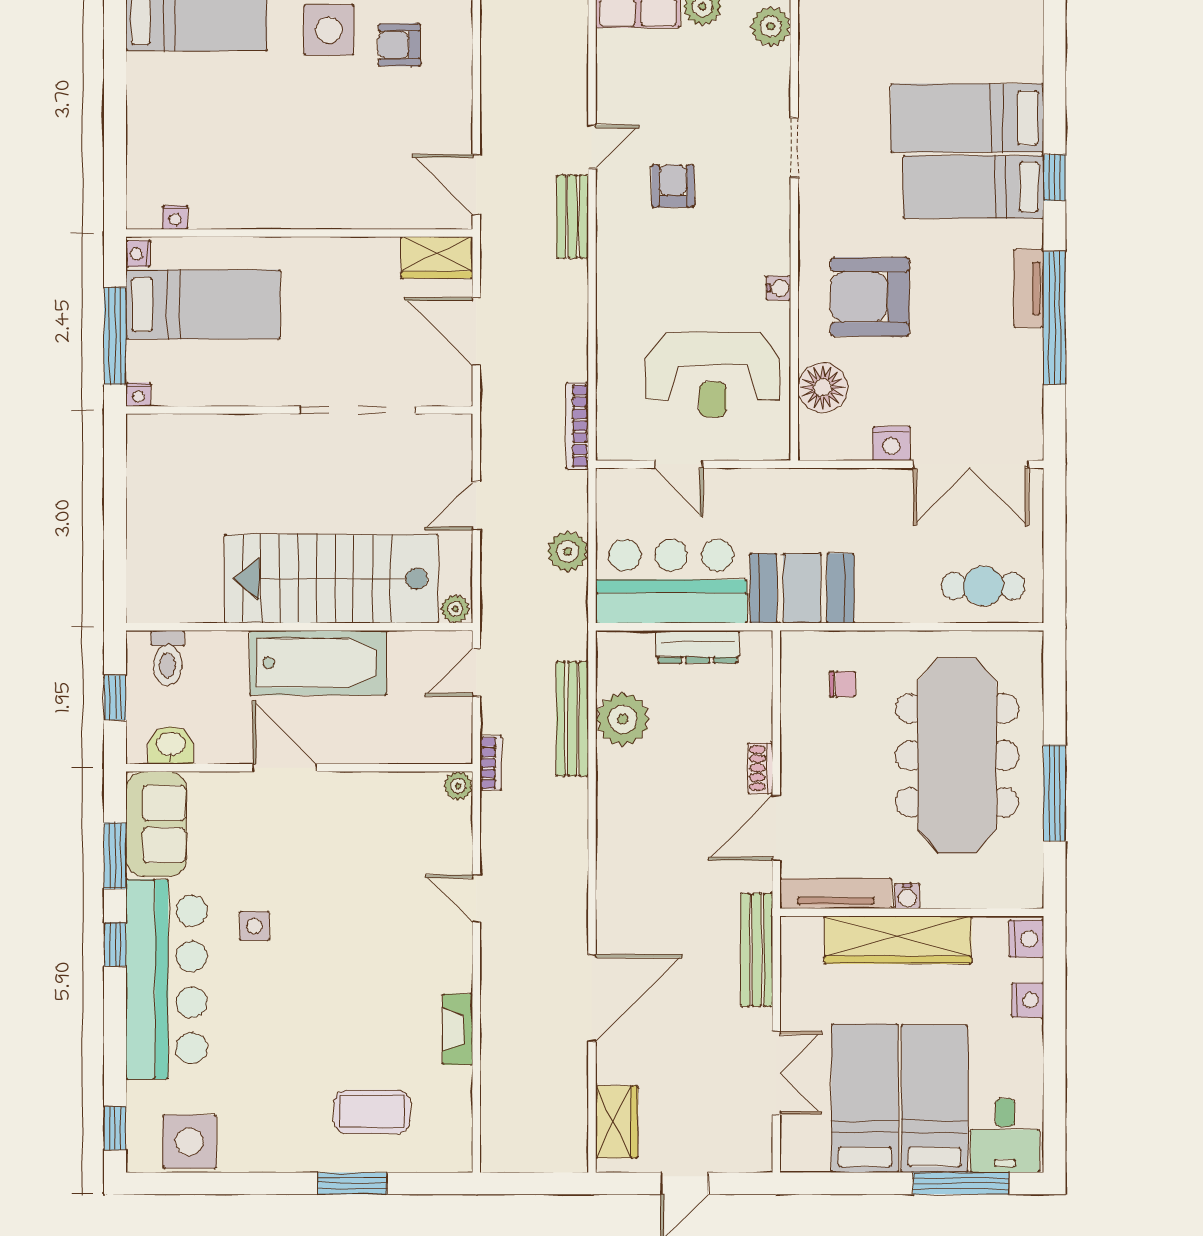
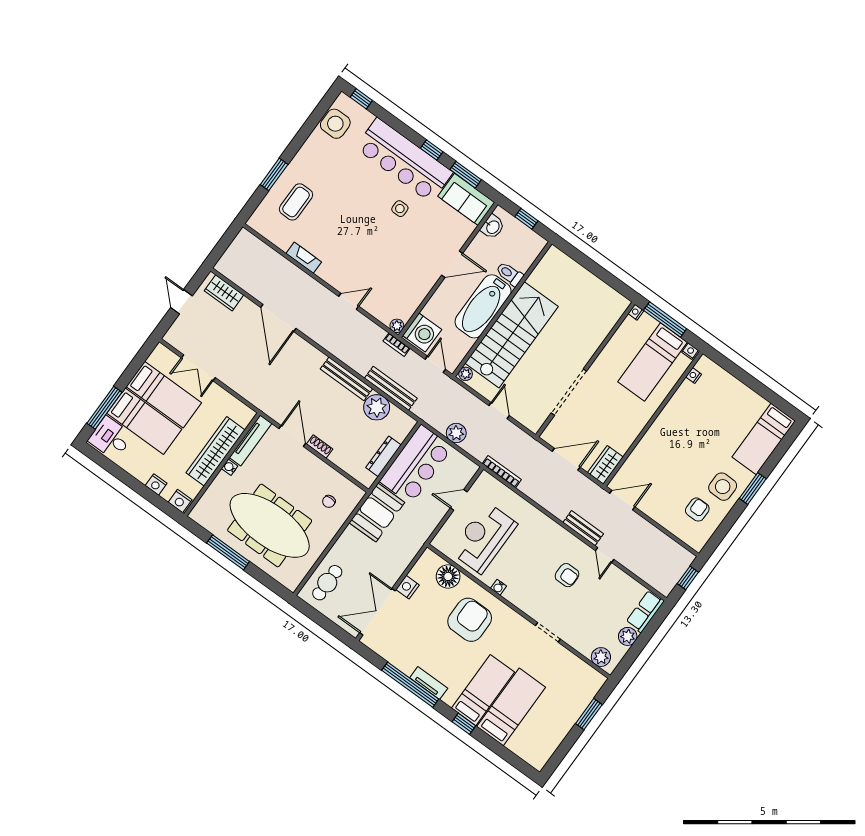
toilet: (168, 658) -> (510, 274), moved
washing machine: (438, 734) -> (422, 332), added
bench: (757, 950) -> (346, 379), moved

